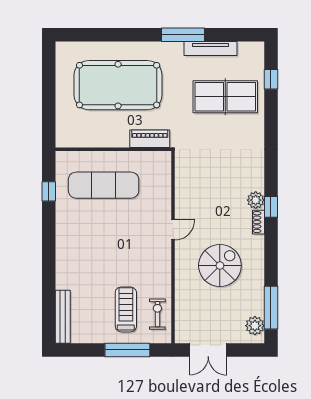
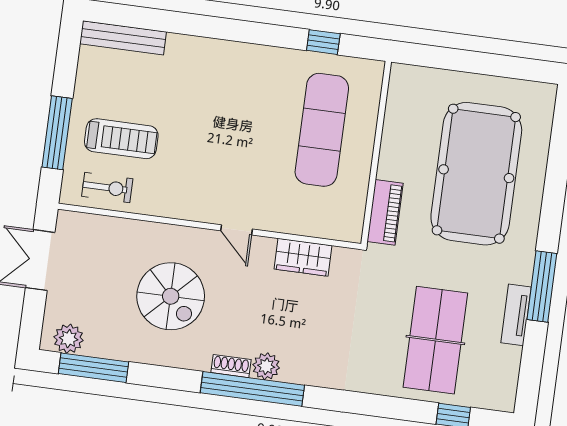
tv unit: (210, 49) -> (516, 315), width x0.71
wardrobe: (185, 186) -> (303, 257), added
window: (271, 207) -> (252, 389), width x3.17

